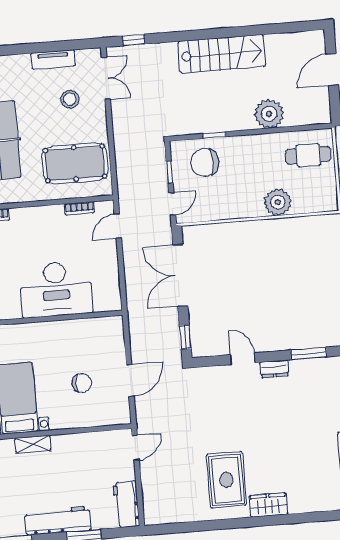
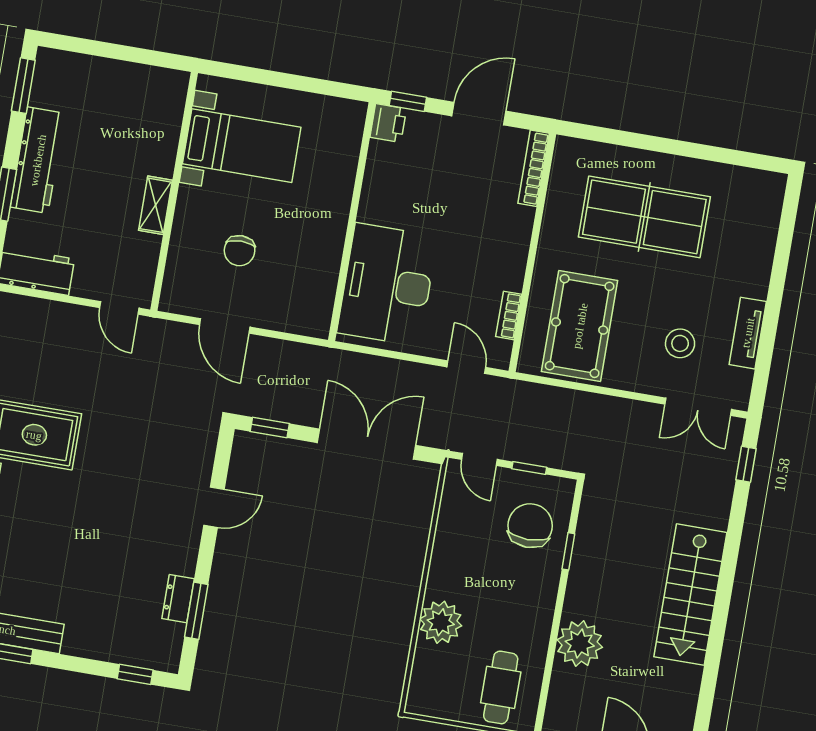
desk: (56, 289) -> (387, 285), moved
dresser: (274, 369) -> (178, 599), moved
shelving: (33, 444) -> (155, 205), moved

